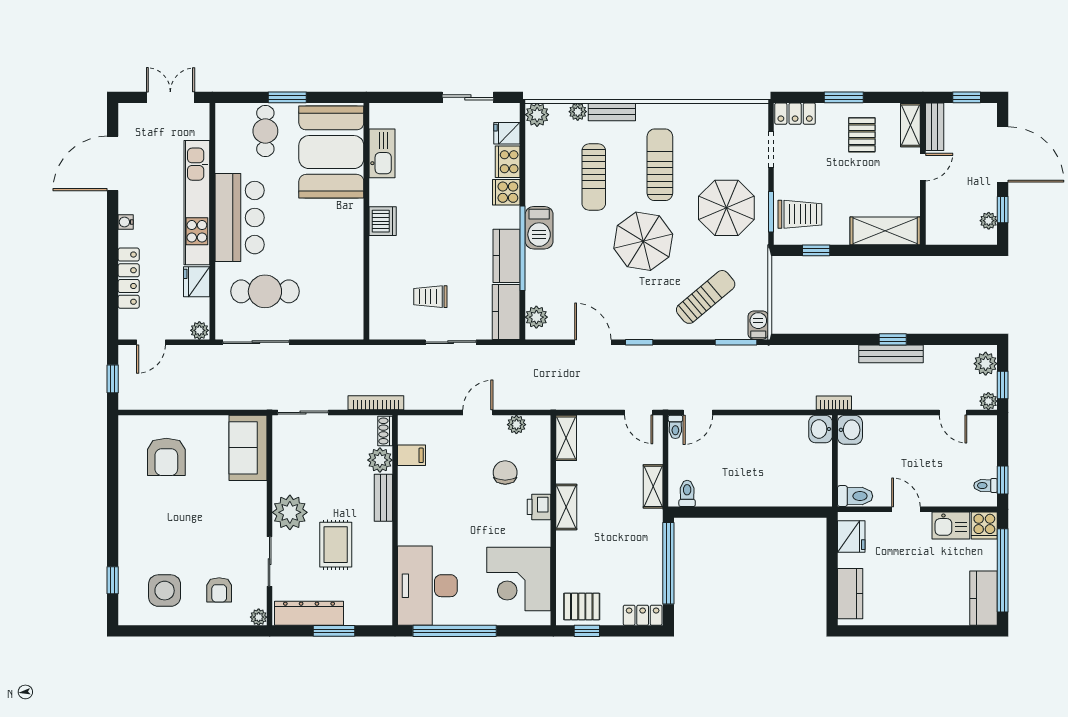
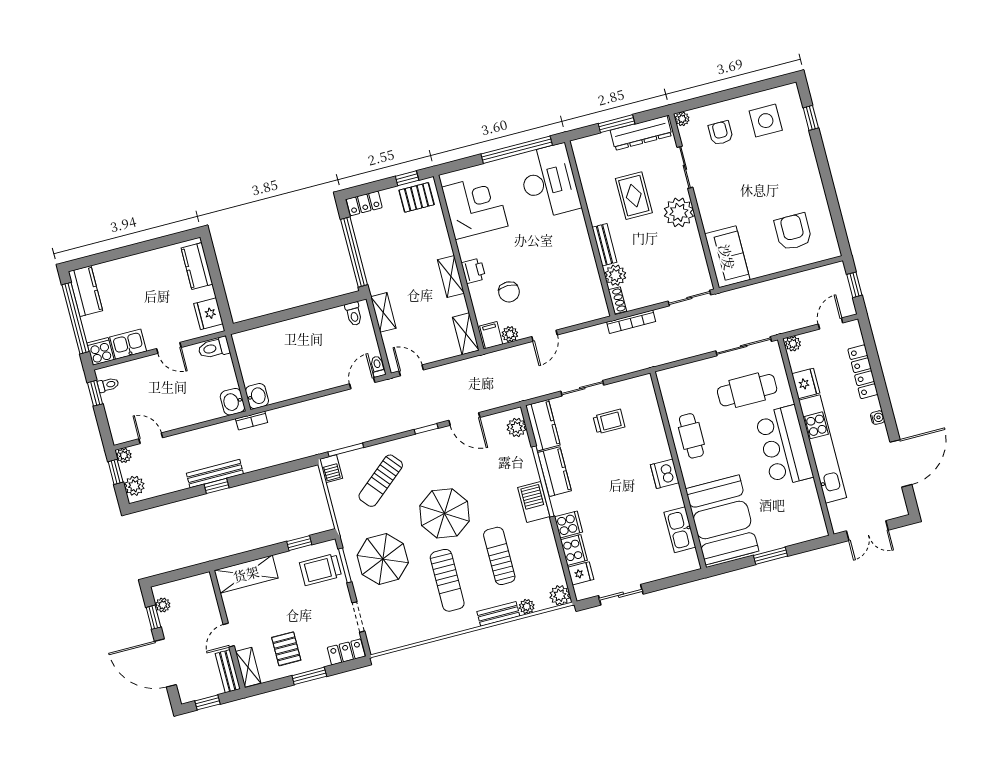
cafe table: (265, 131) -> (691, 436), moved
filing cabinet: (411, 455) -> (491, 335), moved, turned 90

